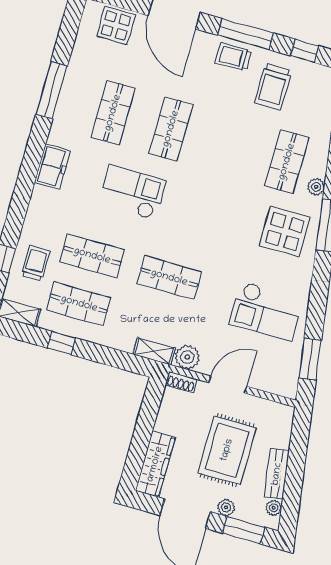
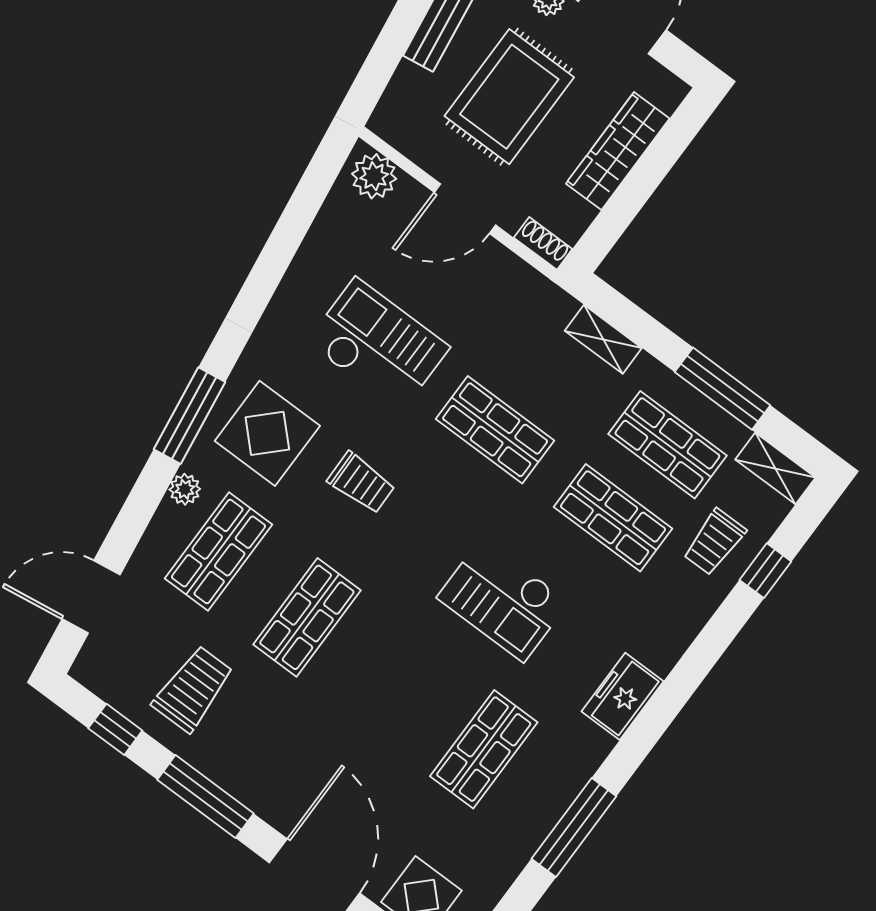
trolley: (233, 57) -> (361, 483), moved
shop shelf: (171, 129) -> (307, 617), moved
checkout: (266, 311) -> (378, 345), moved
window: (61, 343) -> (723, 389), width x2.17
shelving: (154, 351) -> (603, 339), moved
plant: (187, 357) -> (374, 176), moved
window: (310, 359) -> (308, 198), removed
wardrobe: (155, 464) -> (618, 151), moved

